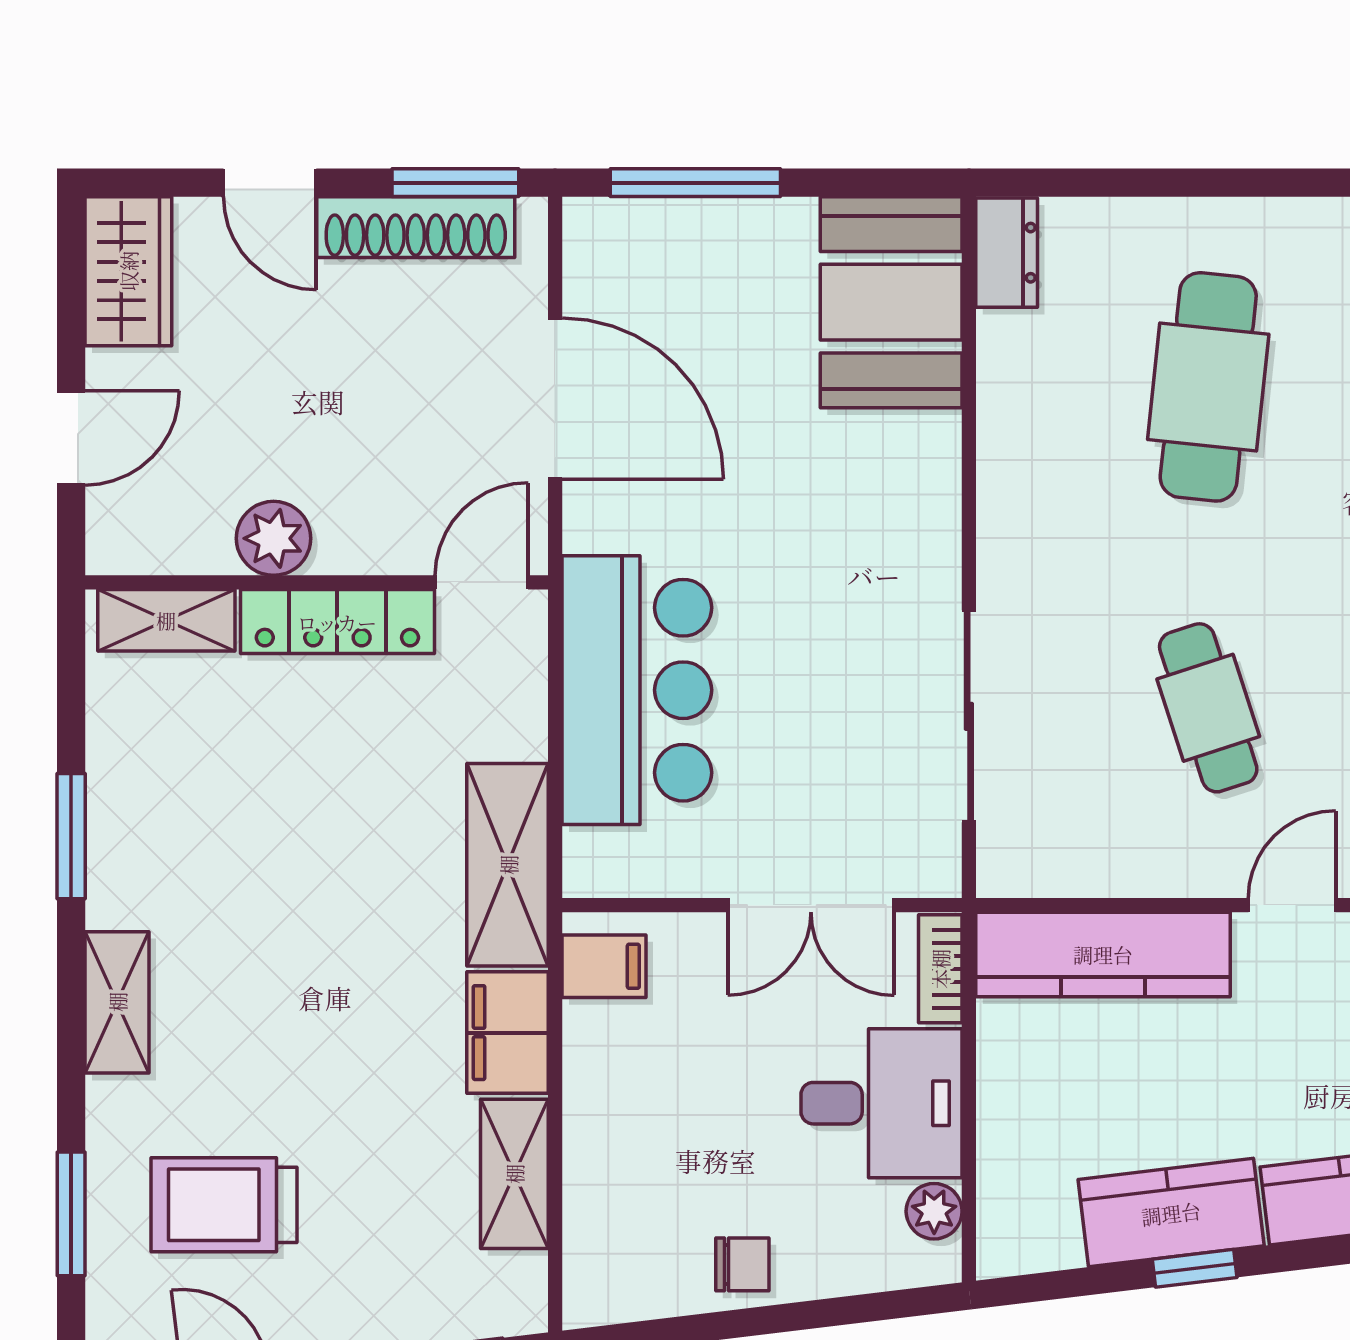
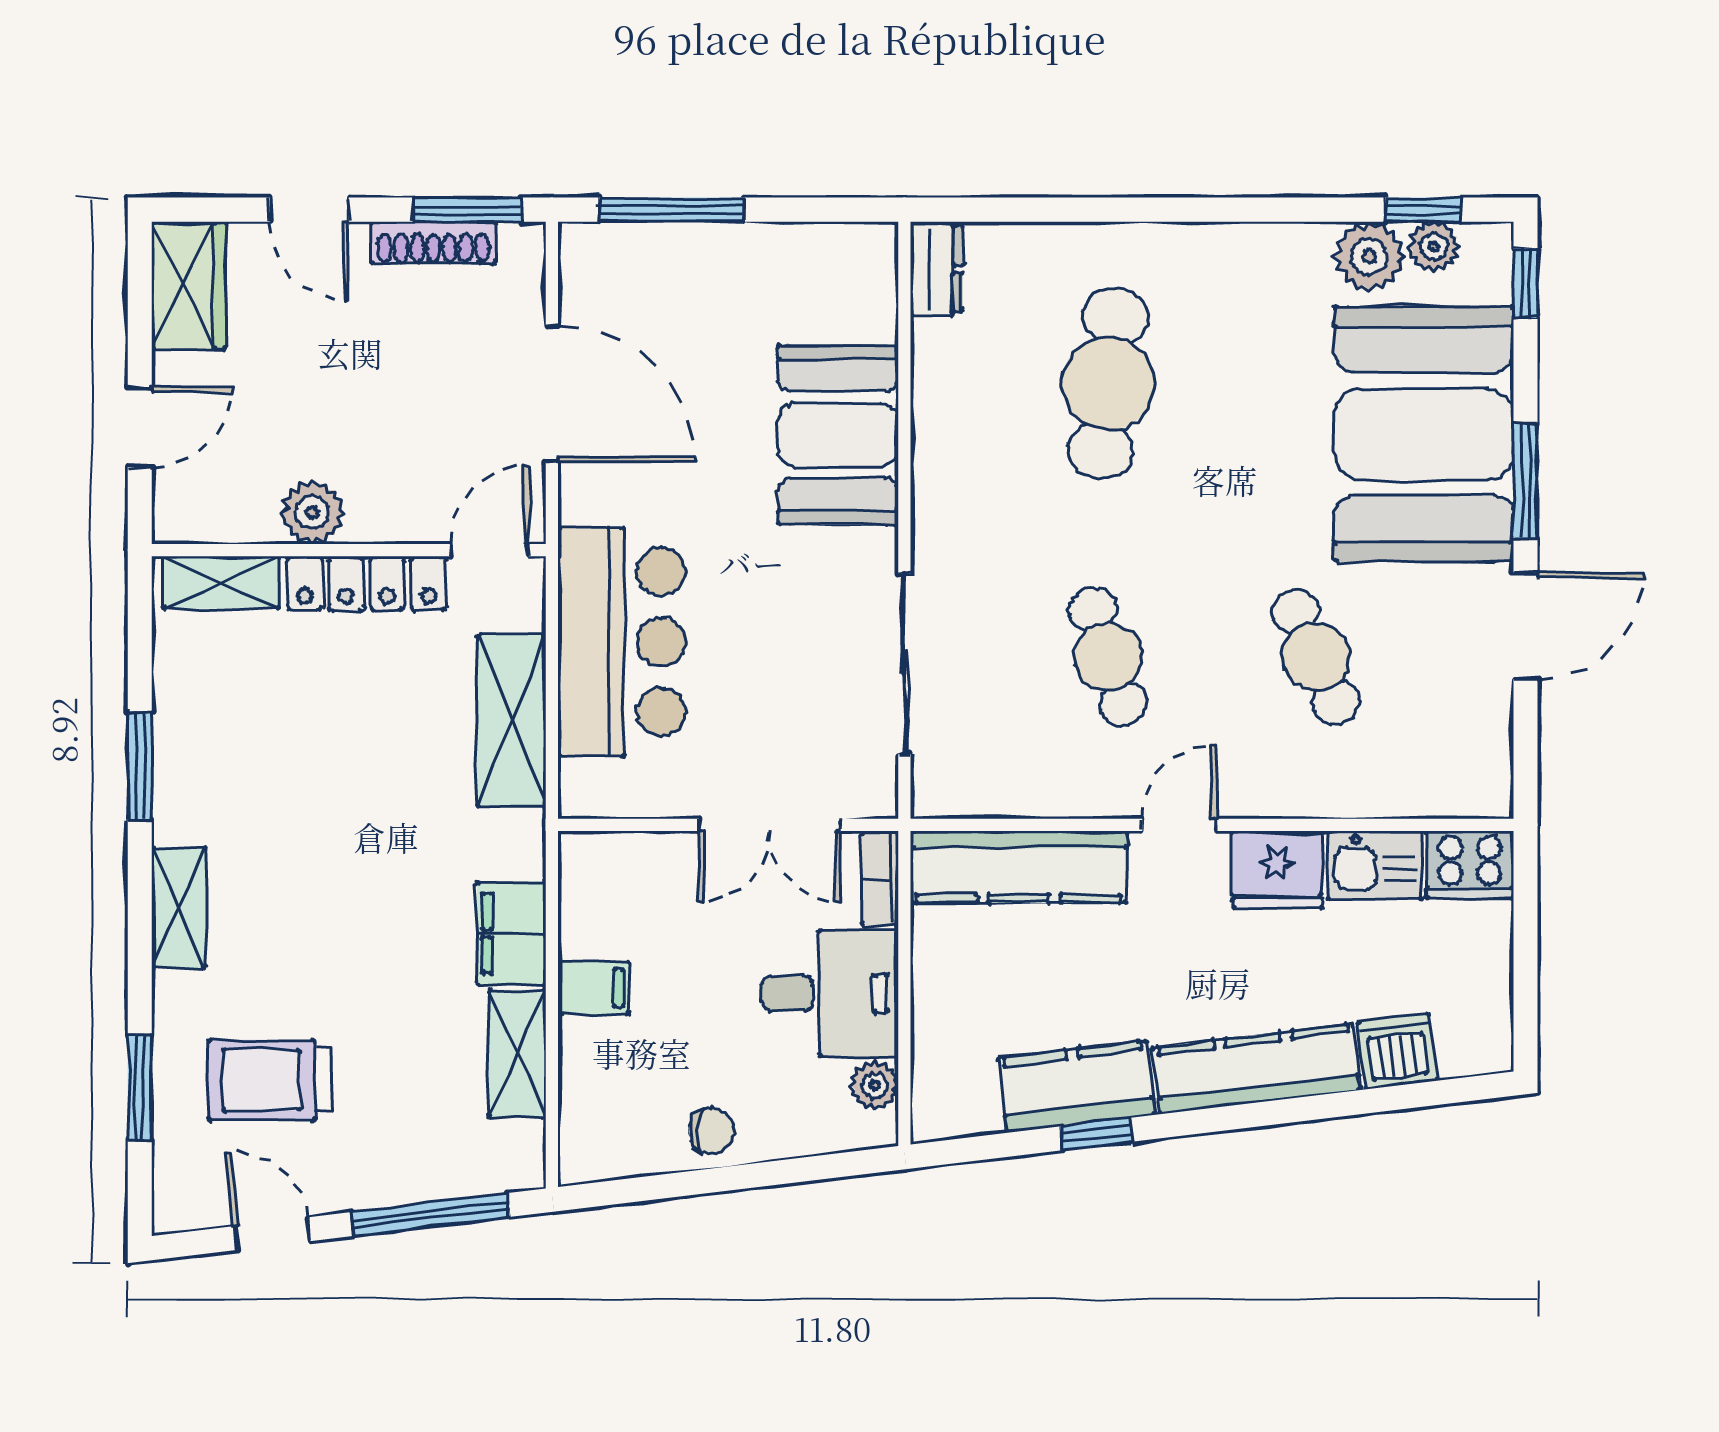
shoe rack: (416, 227) -> (433, 243), width x0.74, depth x0.81
booth: (891, 302) -> (838, 435), moved
shelving: (508, 865) -> (511, 721), moved
filing cabinet: (604, 966) -> (594, 988), moved

